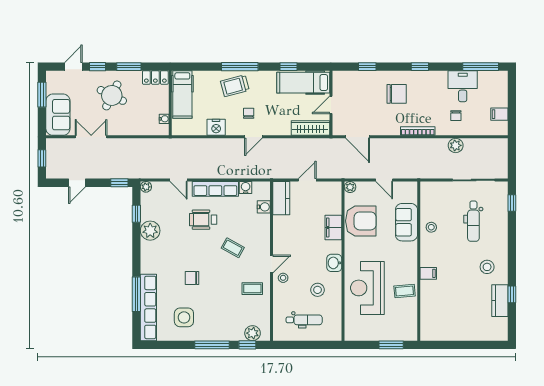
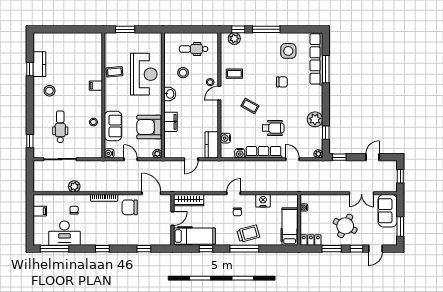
desk: (463, 86) -> (64, 233), width x1.37
chair: (397, 94) -> (130, 207), moved
water cooler: (411, 187) -> (109, 153), added

